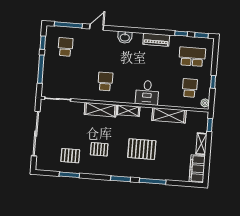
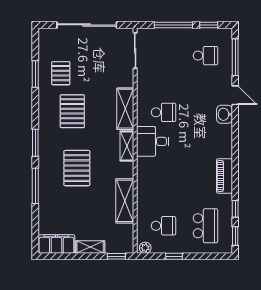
washbasin: (125, 37) -> (224, 114), moved
desk: (147, 93) -> (153, 141), moved
pallet: (99, 149) -> (72, 111), width x1.50, depth x1.42

